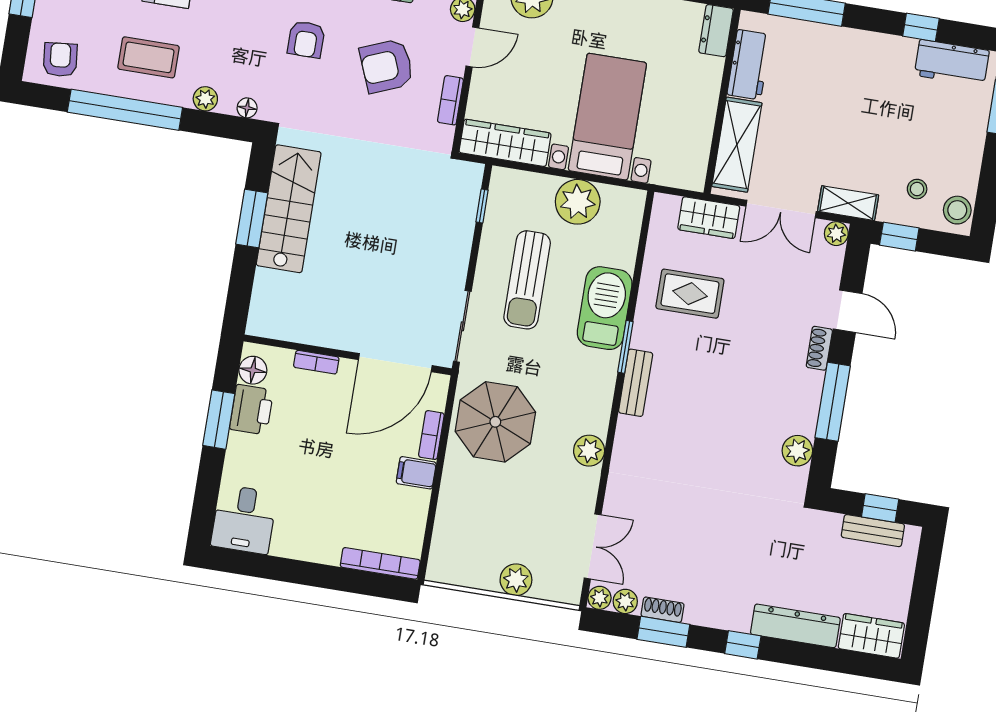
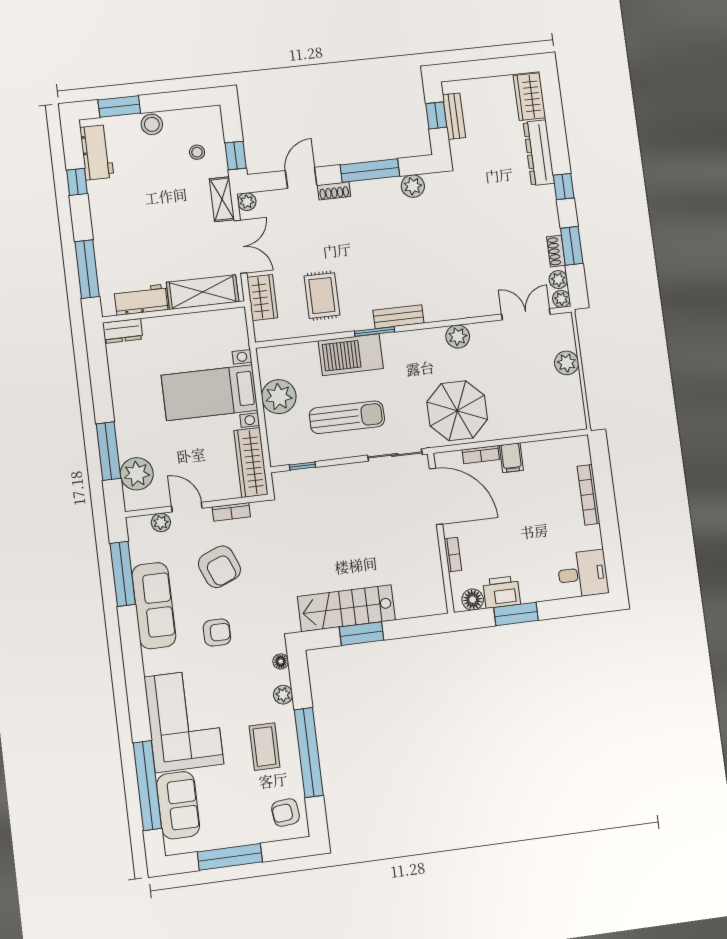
stool: (957, 210) -> (152, 124), moved
bookcase: (380, 563) -> (589, 495), moved

